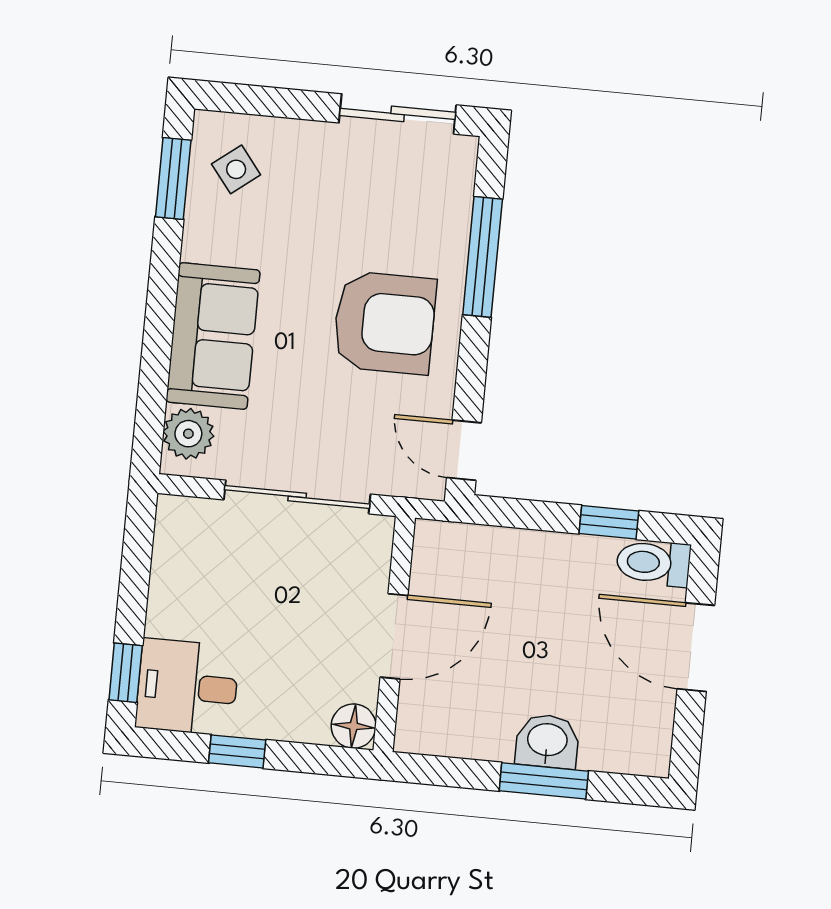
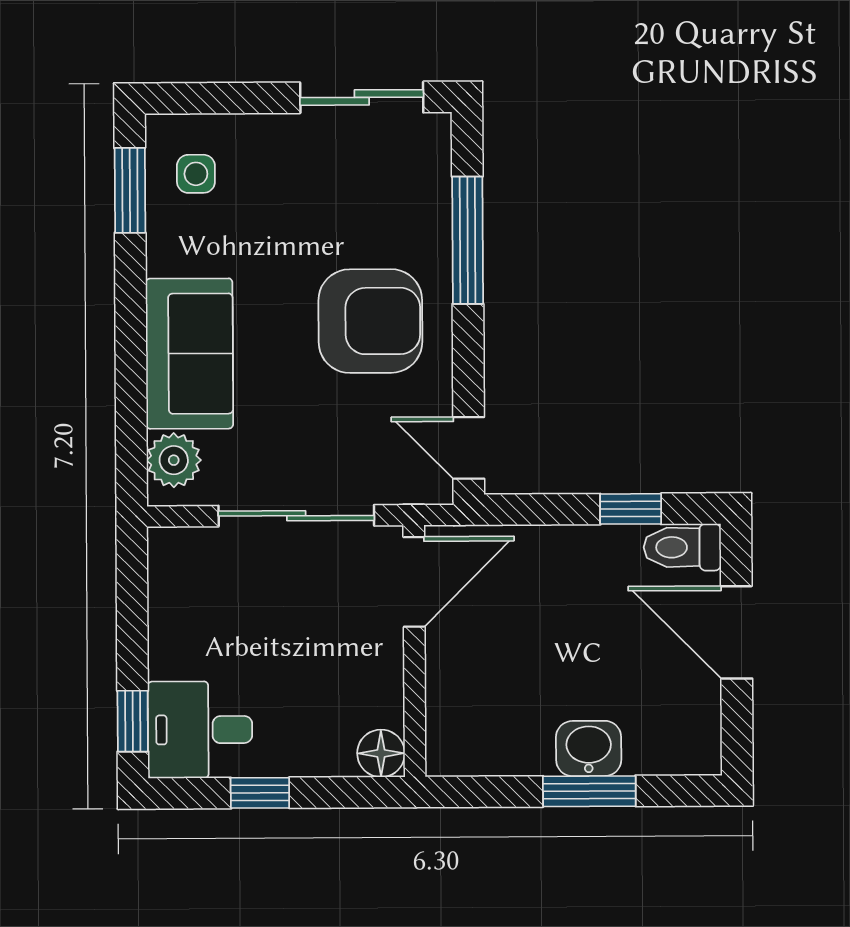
side table: (236, 169) -> (196, 174), turned 38
door: (394, 636) -> (414, 582), moved

